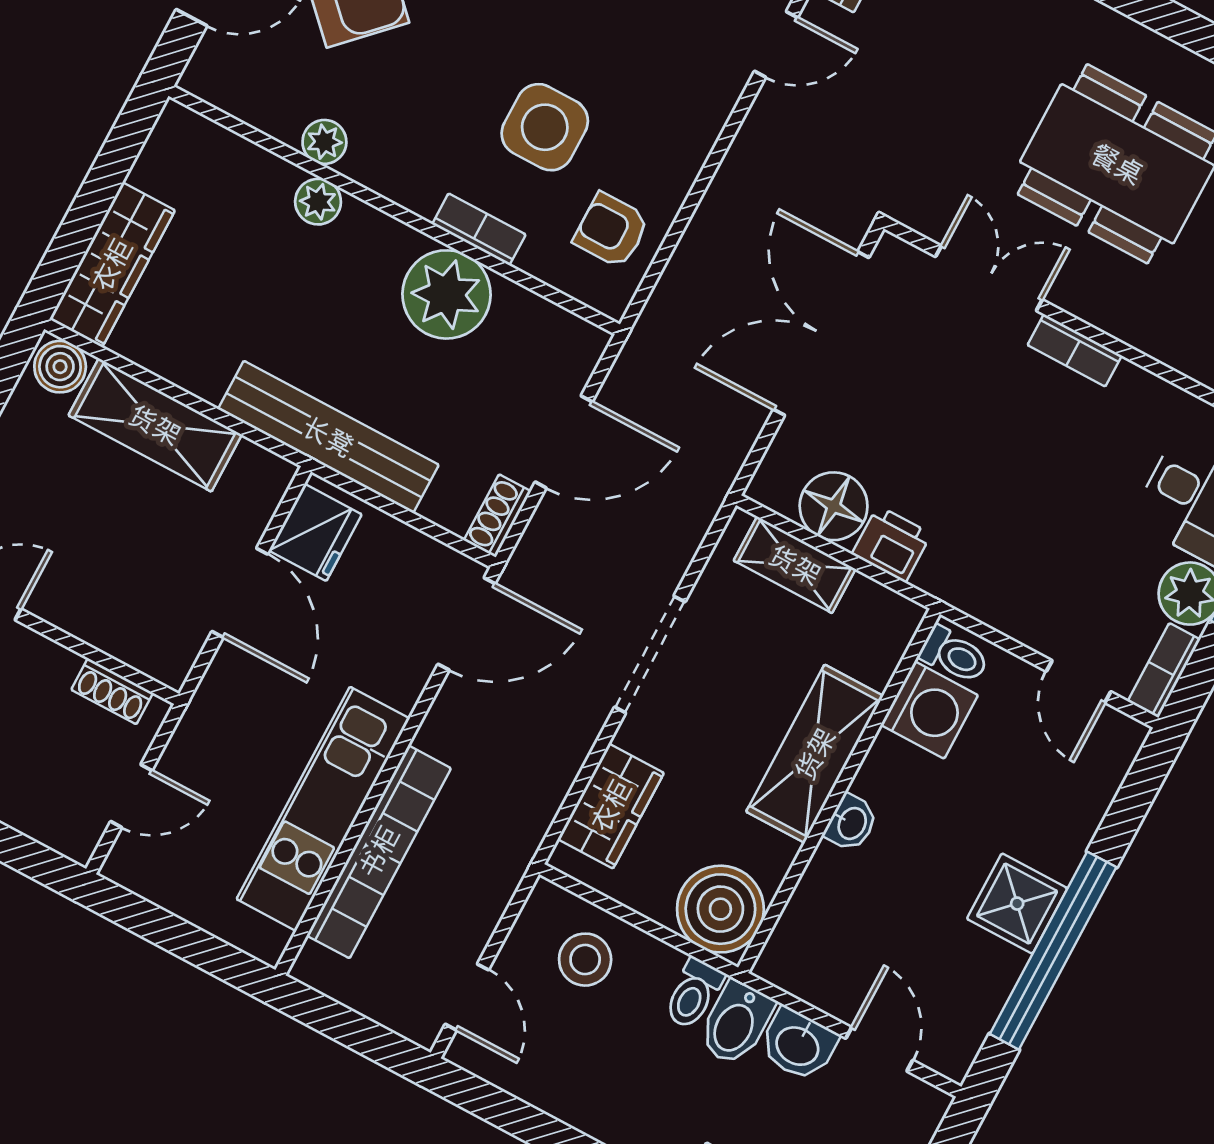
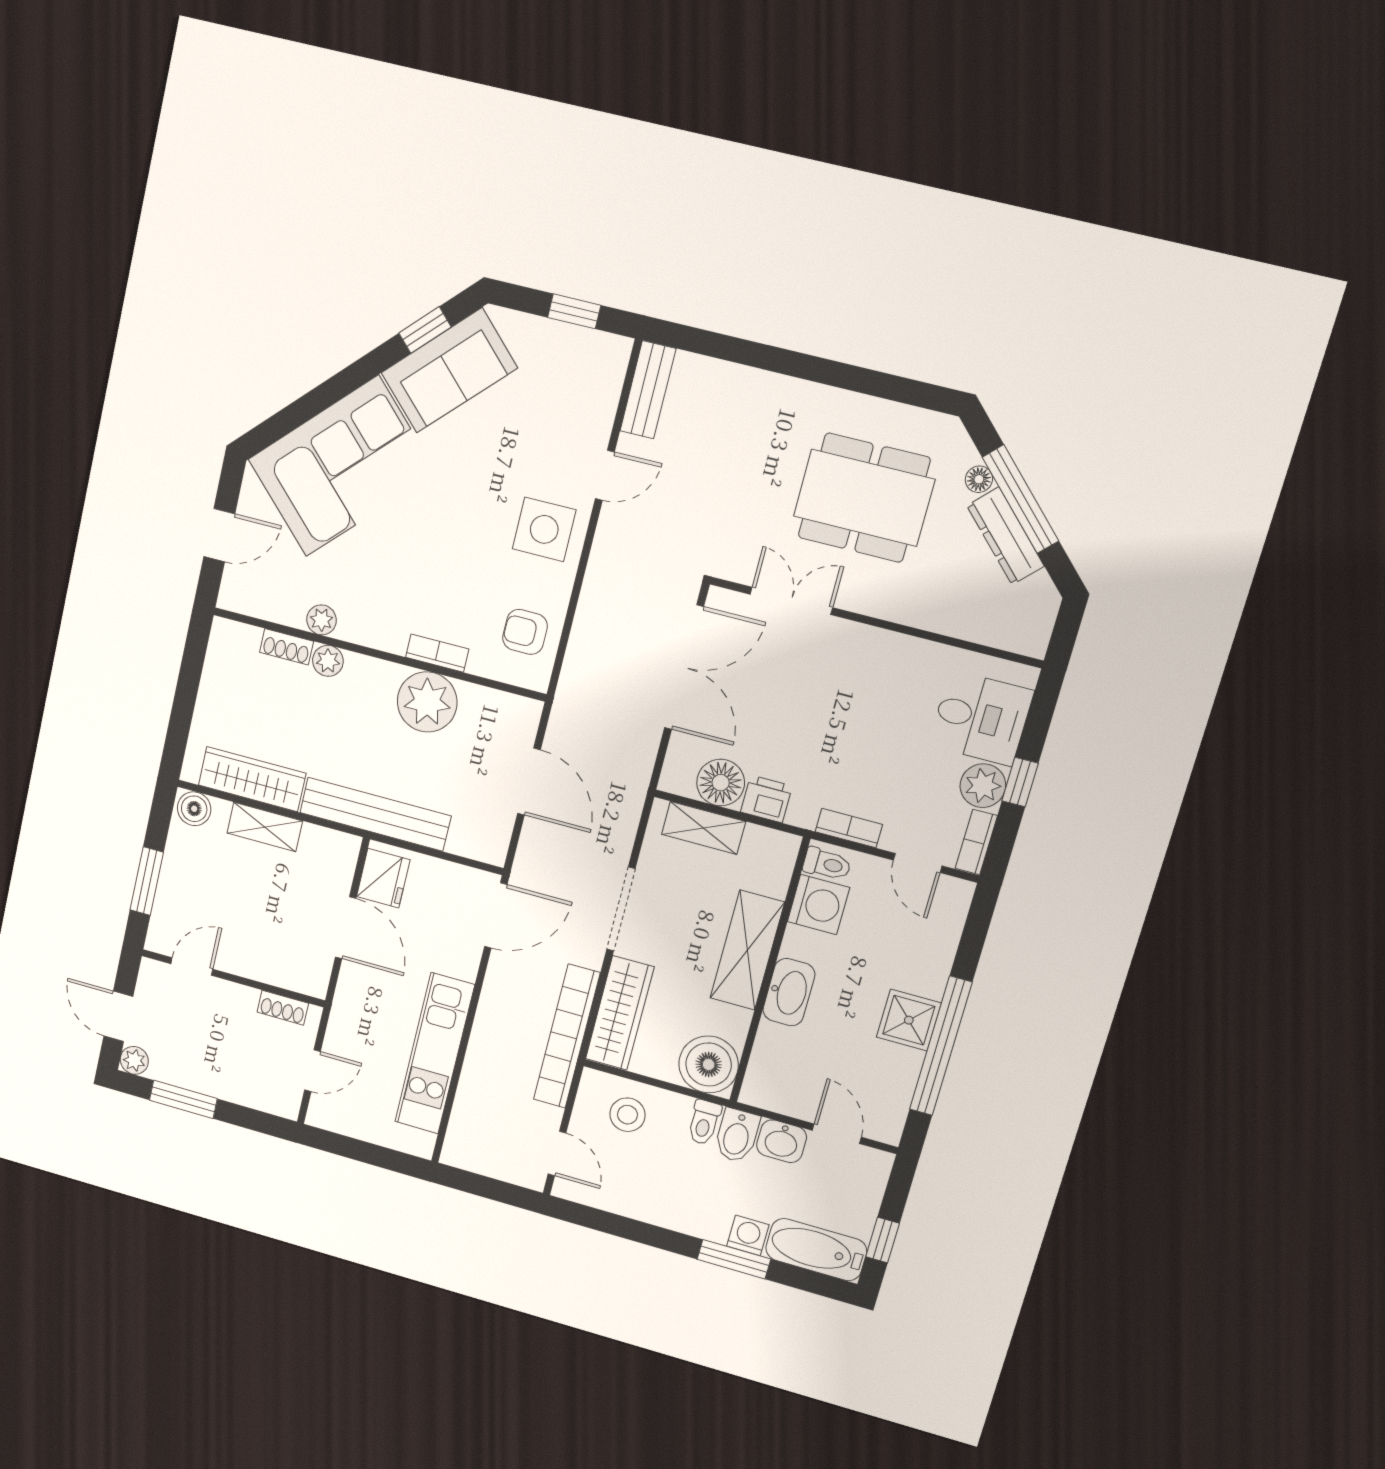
side table: (545, 127) -> (544, 529), moved
wardrobe: (112, 265) -> (252, 779), moved, turned -90
double door: (821, 333) -> (684, 667), swing flipped
bookcase: (1075, 350) -> (849, 828), moved, turned 180
shelving: (155, 425) -> (265, 827), width x0.67, depth x0.75
door: (564, 442) -> (529, 782), hinge flipped
shoe rack: (497, 516) -> (287, 647), moved, turned -90
wardrobe: (611, 806) -> (620, 1013), width x1.50
washbasin: (851, 823) -> (789, 992), width x1.91, depth x1.45
bookcase: (379, 852) -> (567, 1036), moved, turned 180

